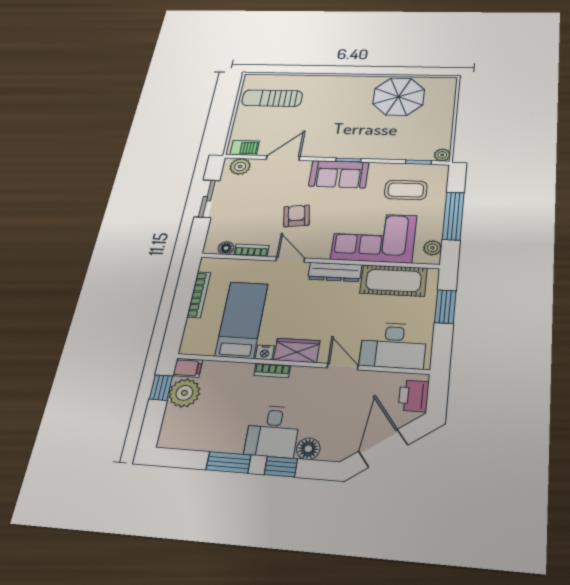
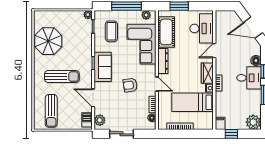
sun lounger: (331, 114) -> (62, 77), added
door: (290, 260) -> (157, 84), swing flipped
plant: (184, 393) -> (253, 122), moved
printer: (414, 396) -> (227, 17), removed

